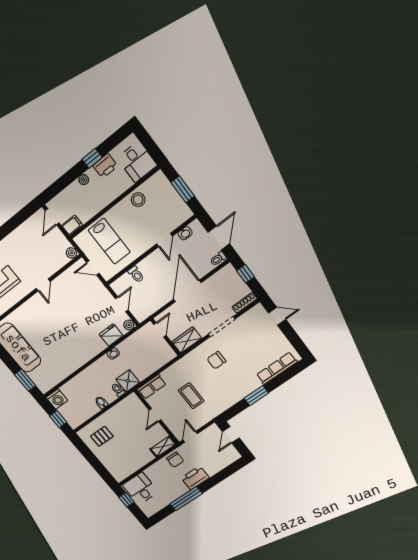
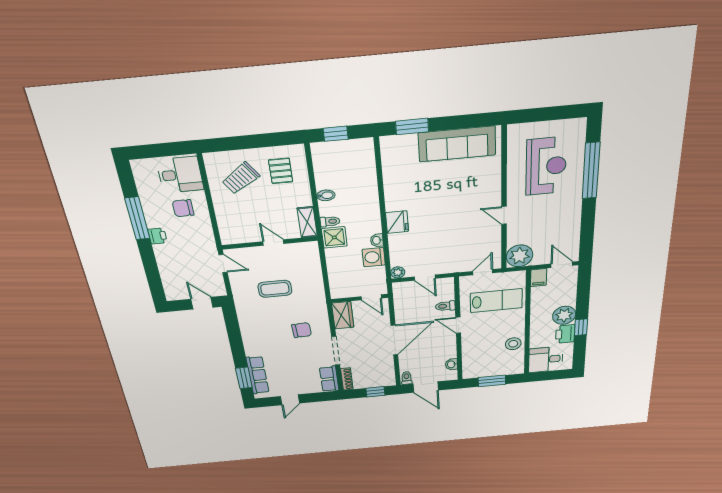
plant: (84, 180) -> (564, 315), width x1.88, depth x1.88
door: (164, 240) -> (458, 325), moved
lab bench: (109, 241) -> (496, 301), turned 180
plant: (71, 253) -> (520, 256), width x1.87, depth x1.87
door: (187, 291) -> (394, 340), hinge flipped
door: (277, 316) -> (290, 400), moved
fridge: (111, 335) -> (397, 222), moved
chair: (216, 360) -> (302, 330), turned 87
row of seats: (152, 387) -> (329, 379), moved
window: (256, 396) -> (244, 378), moved
washing machine: (57, 399) -> (374, 257), moved
shelving: (163, 447) -> (307, 222), moved
trolley: (121, 455) -> (241, 178), added
chair: (175, 460) -> (183, 208), moved
printer: (195, 478) -> (157, 236), width x0.53, depth x0.68
window: (127, 500) -> (171, 149), removed

